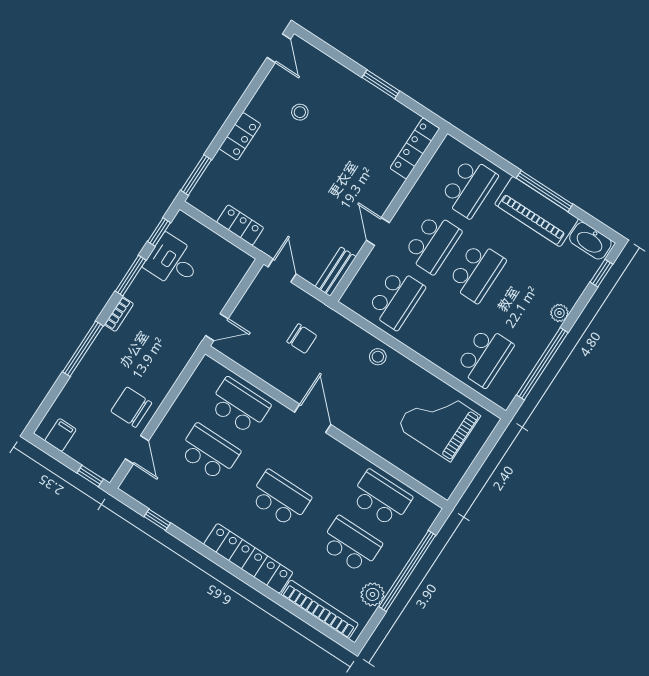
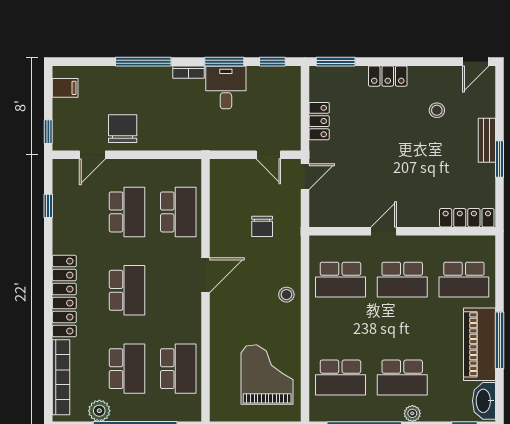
desk: (173, 262) -> (226, 87), moved
bench: (336, 272) -> (487, 140), moved, turned 90
school desk: (477, 272) -> (402, 378), moved
door: (217, 327) -> (268, 155), moved

